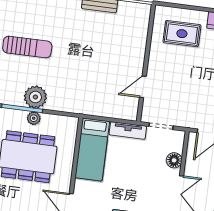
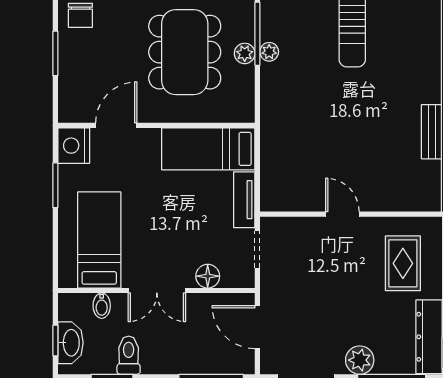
door: (143, 87) -> (342, 214), moved
plant: (35, 97) -> (269, 52), width x0.53, depth x0.53

